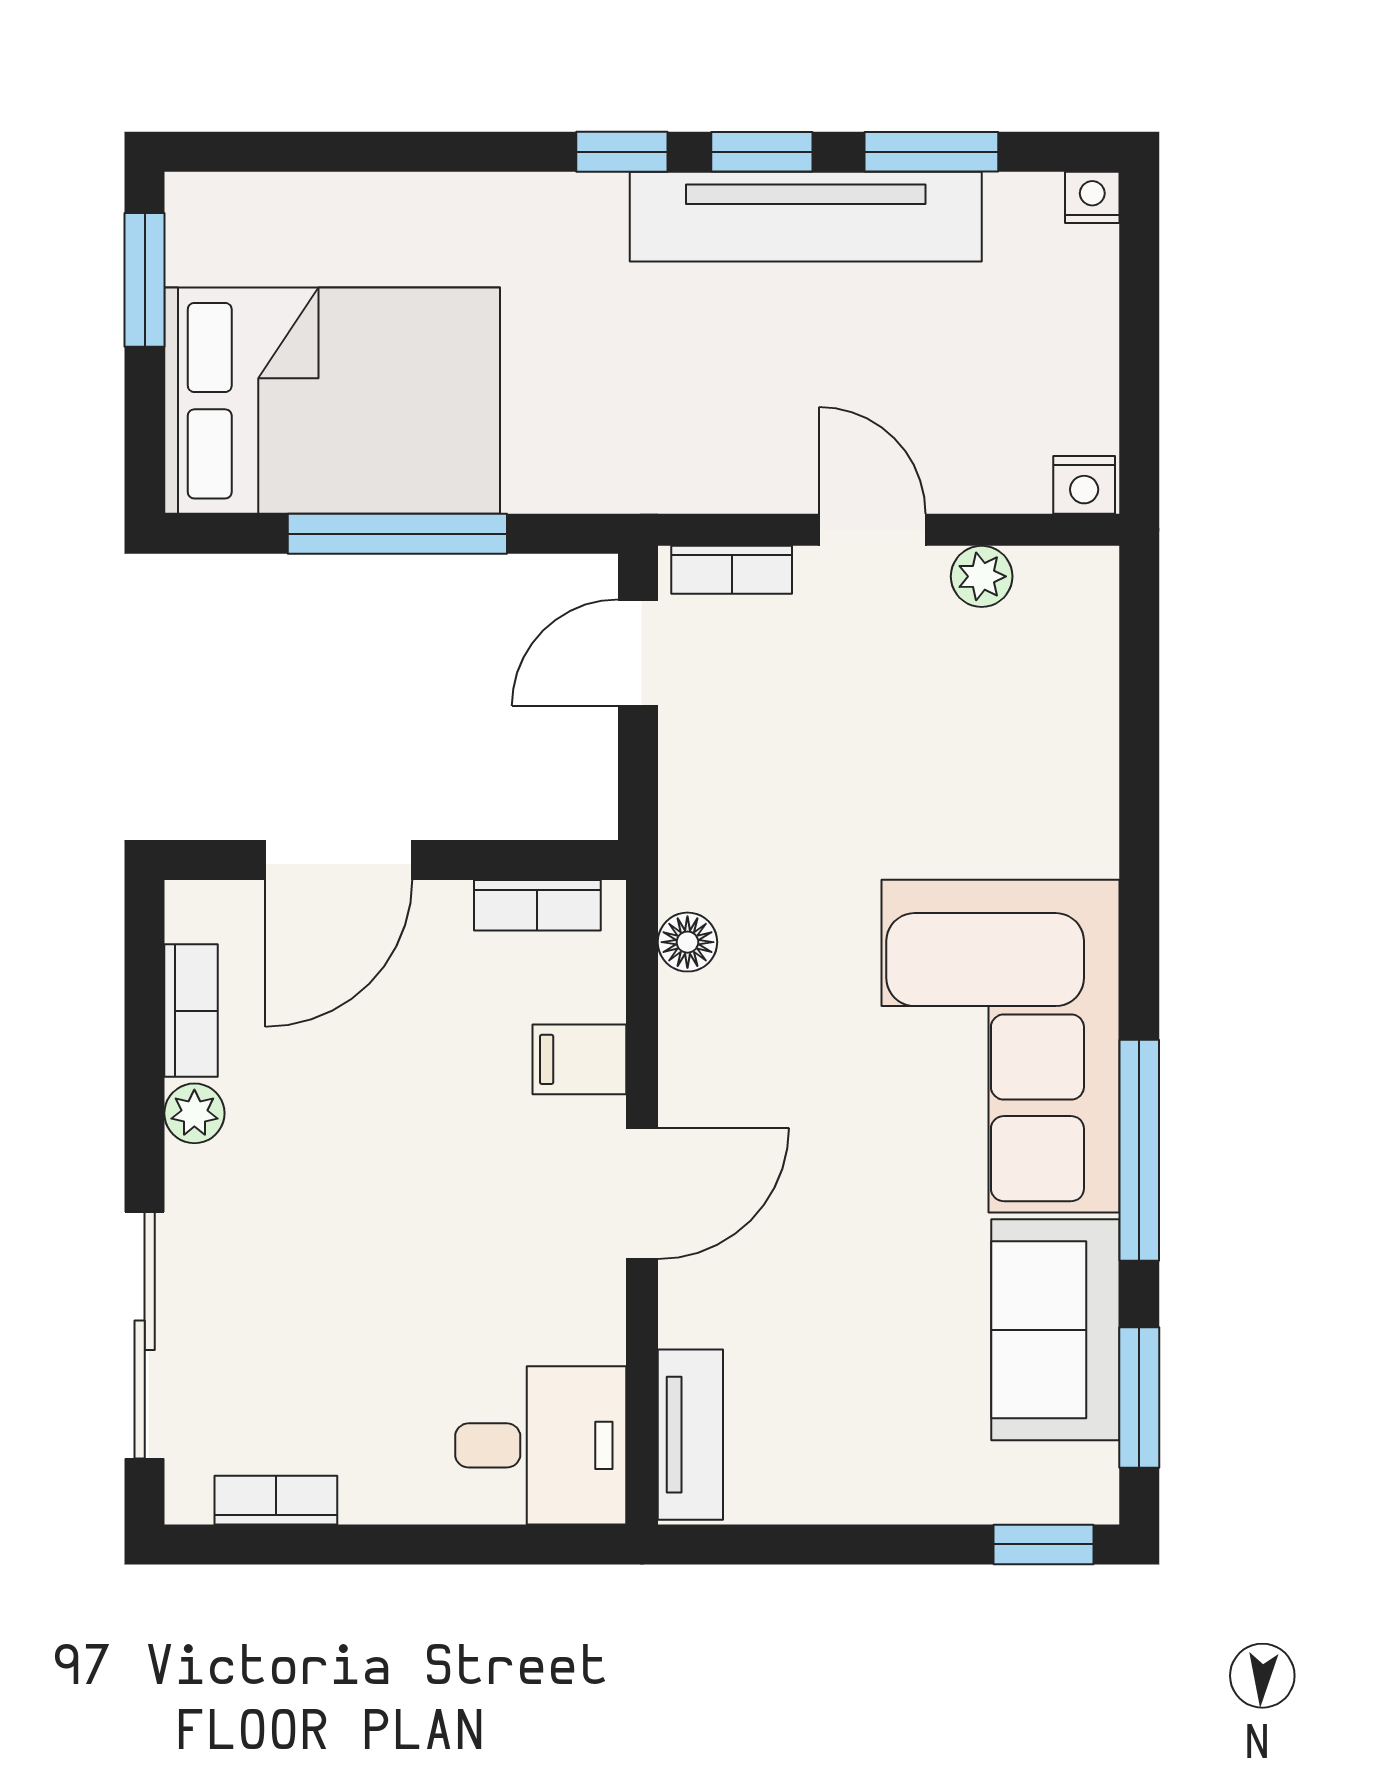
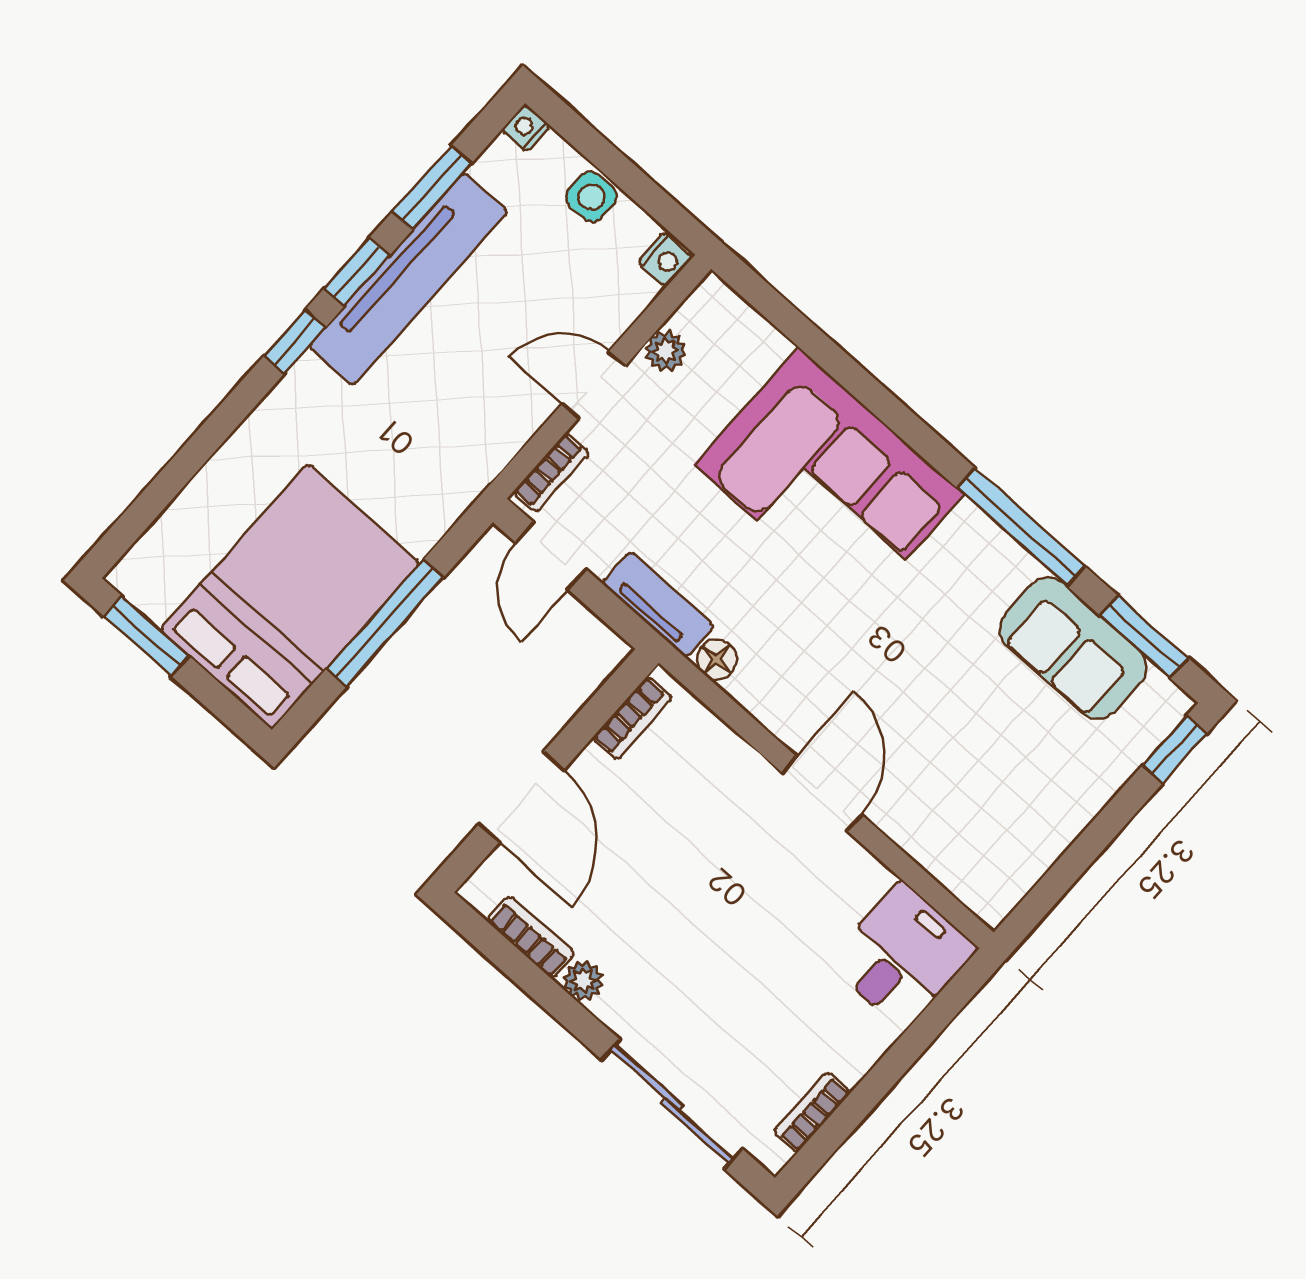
side table: (1081, 340) -> (591, 197), added
corner sofa: (1001, 1046) -> (829, 480), moved
filing cabinet: (579, 1059) -> (727, 765), removed
tv unit: (690, 1435) -> (658, 604), moved

